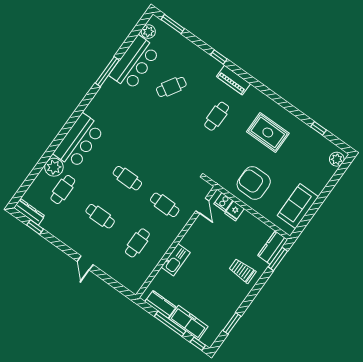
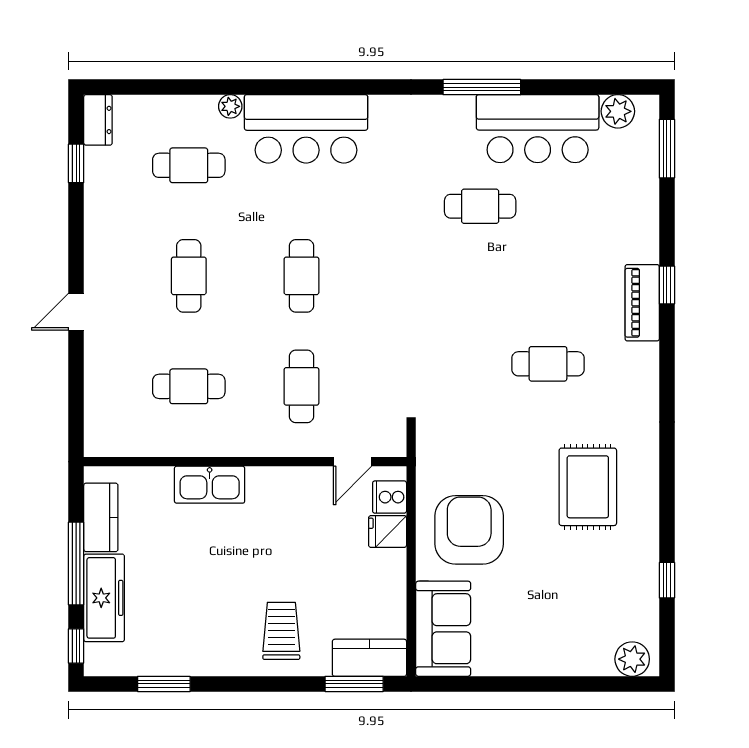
piano: (233, 80) -> (642, 303), moved
cafe table: (171, 87) -> (480, 206), moved, turned -31
plant: (54, 167) -> (230, 106), width x0.53, depth x0.53
sofa: (298, 206) -> (443, 629), moved, turned 90
dresser: (29, 212) -> (98, 120), width x0.70

